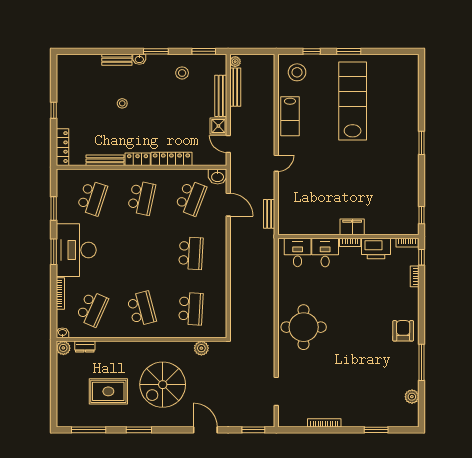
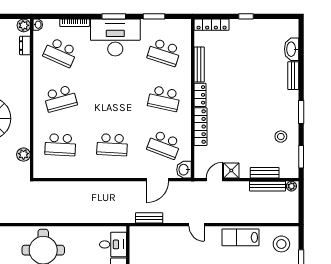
washbasin: (139, 59) -> (292, 49), moved, width x1.91, depth x1.45
bench: (221, 96) -> (265, 173), width x0.73
stool: (122, 103) -> (252, 81), removed

